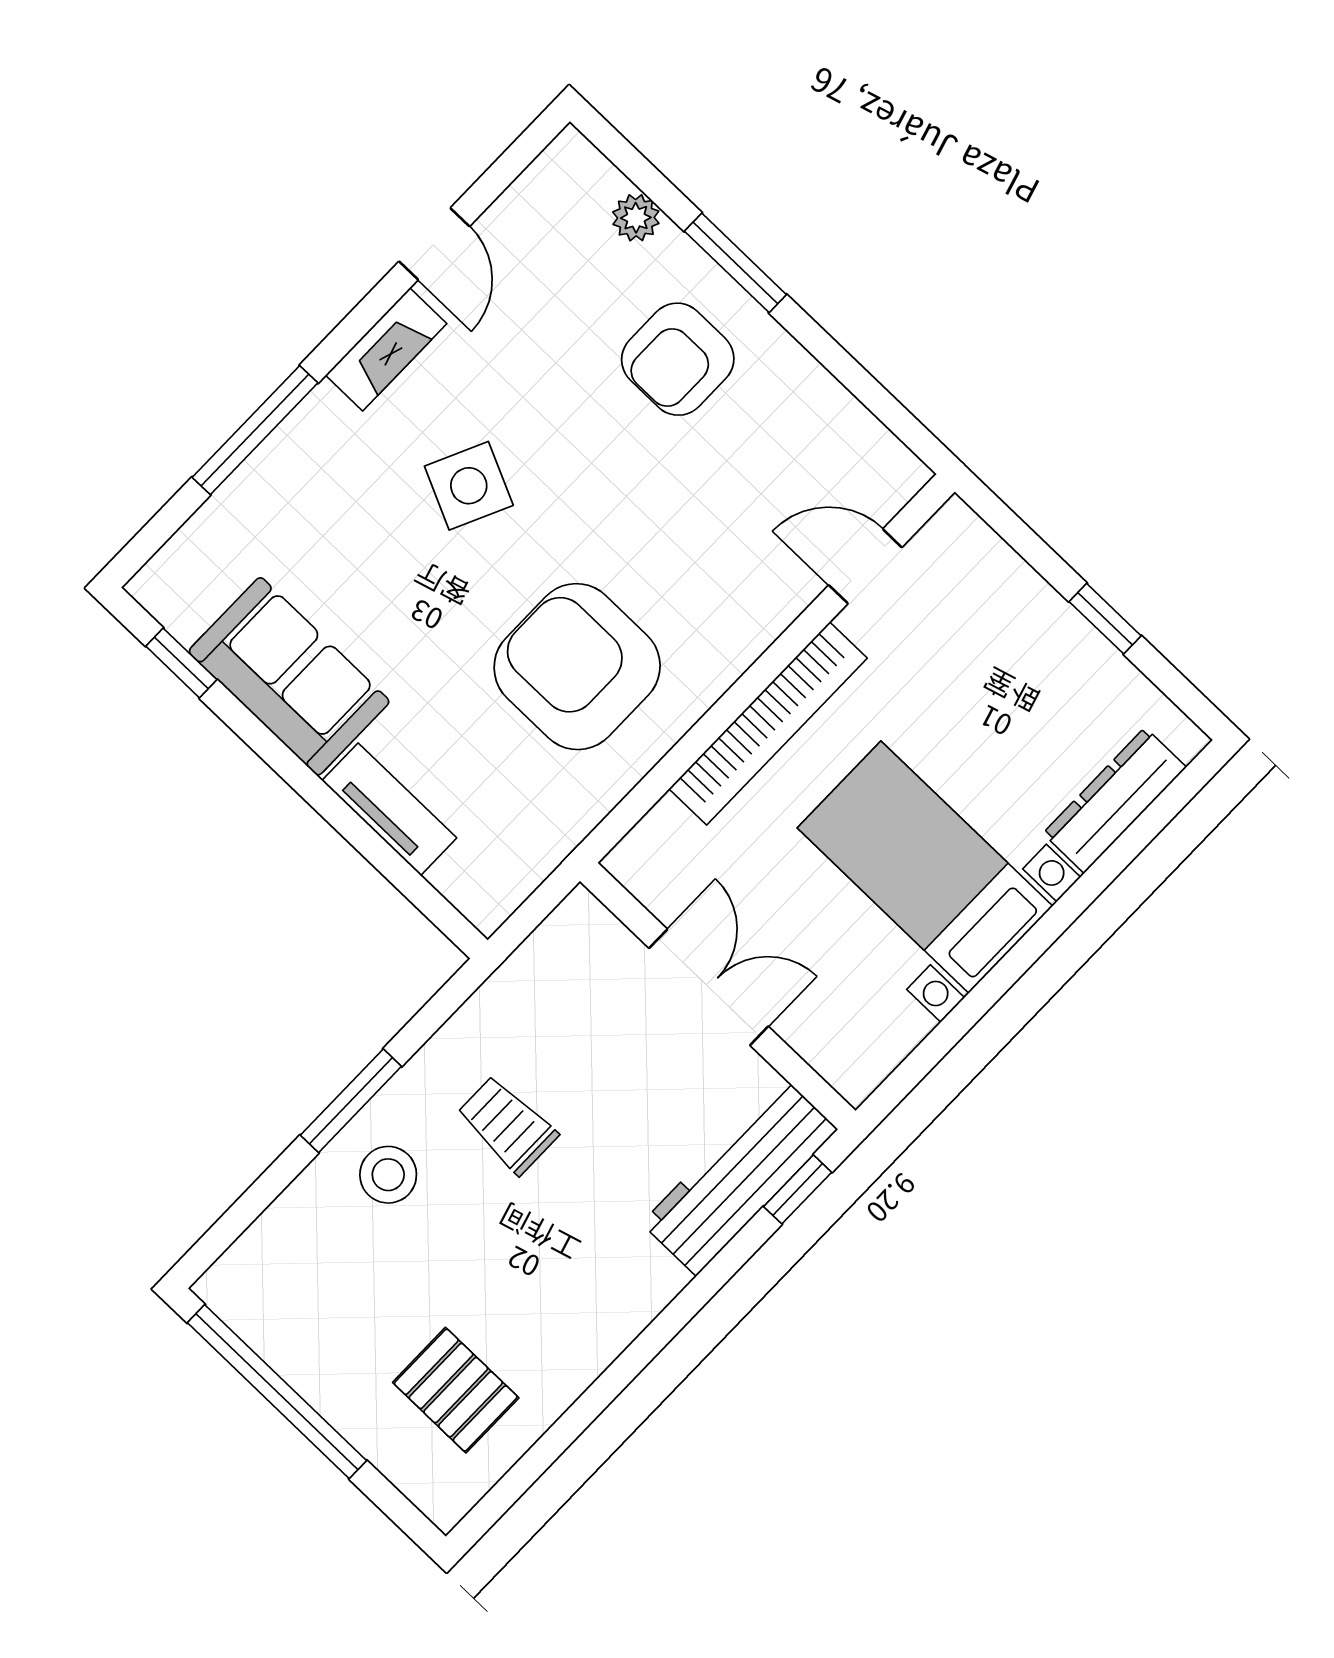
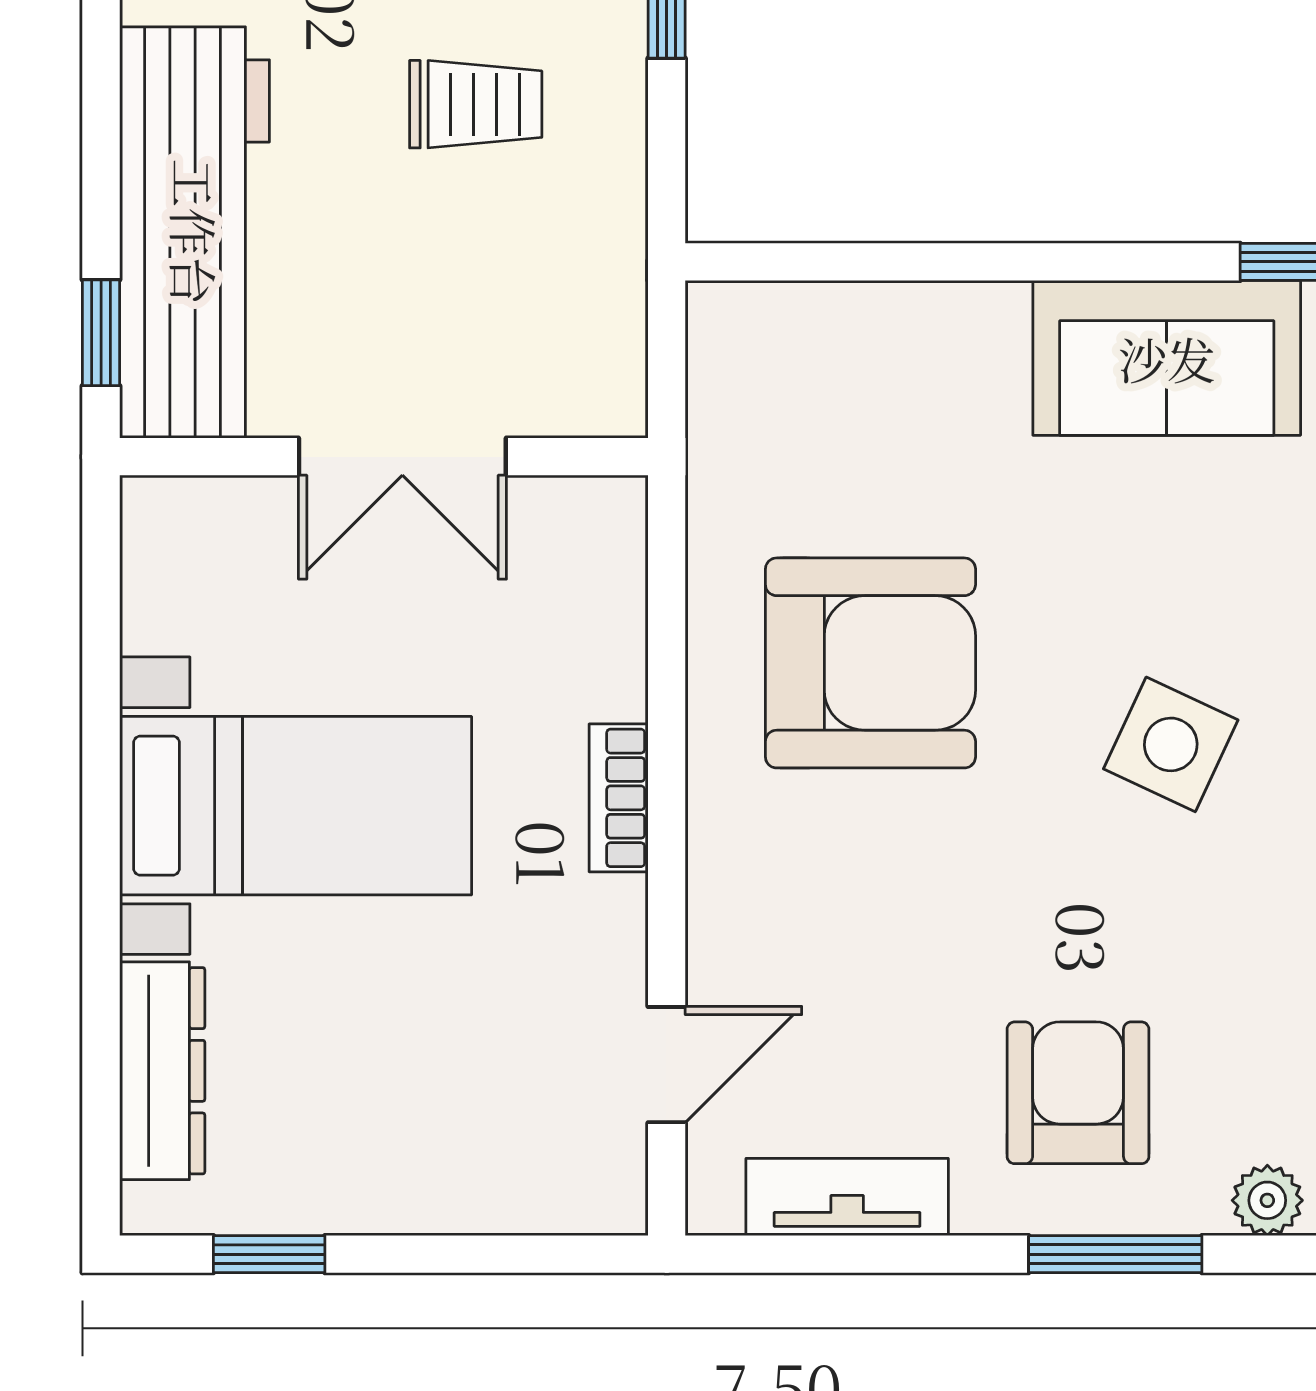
window: (1105, 619) -> (269, 1254), moved
bookcase: (768, 723) -> (619, 798), width x0.43, depth x0.76
tv unit: (389, 809) -> (847, 1197), moved, turned 180
workbench: (740, 1176) -> (195, 232), width x1.36, depth x1.32

